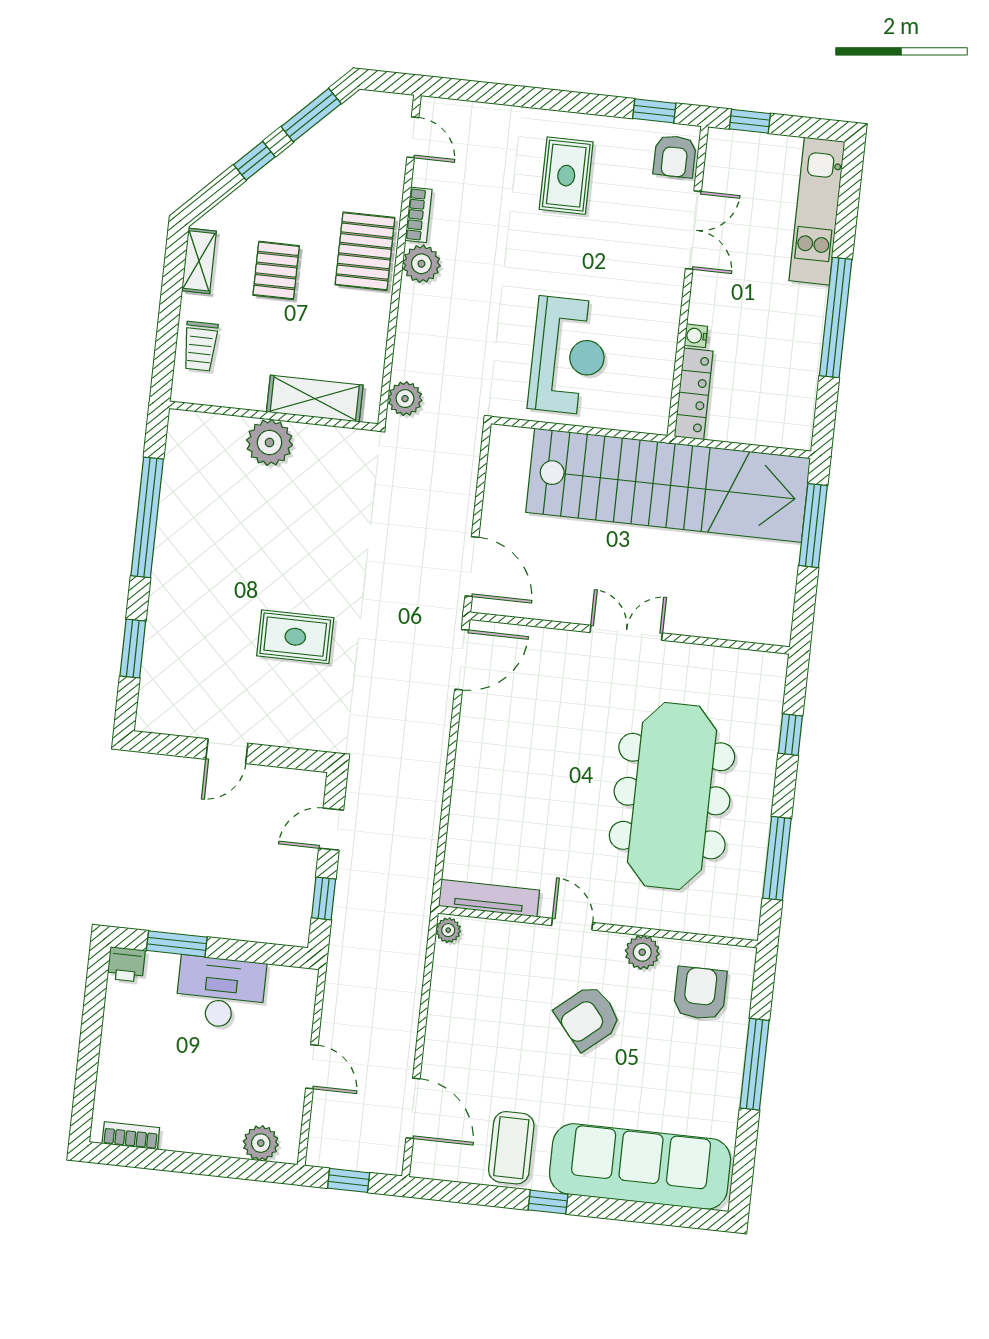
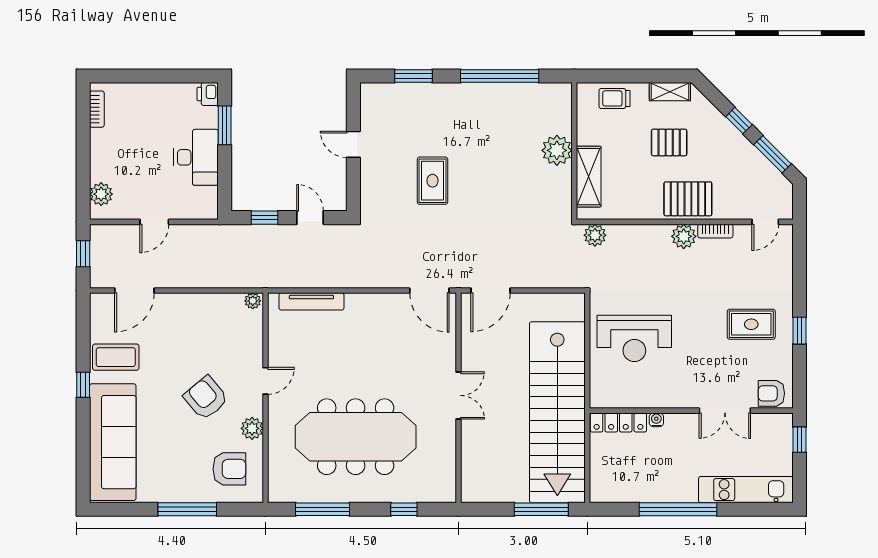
window: (654, 111) -> (800, 331), moved
tv unit: (489, 898) -> (311, 301), moved, turned 90

